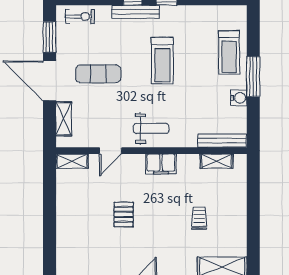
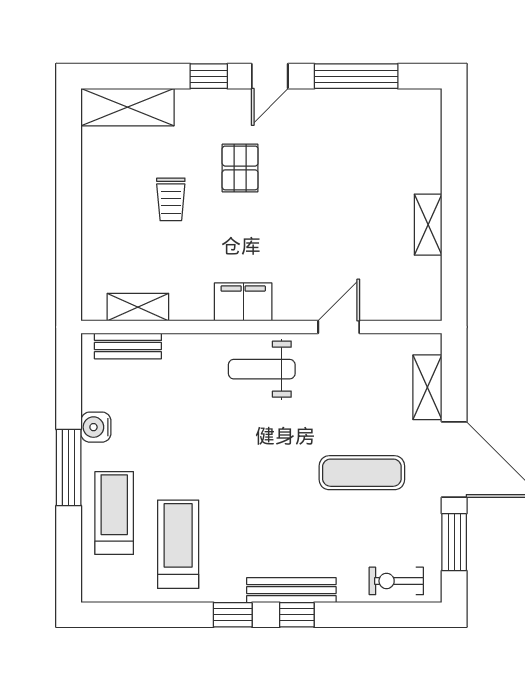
treadmill: (162, 61) -> (178, 544), moved
bench: (222, 141) -> (128, 346), width x0.73
shelving: (72, 161) -> (428, 225), moved, turned 90
pallet: (124, 214) -> (240, 168), moved

